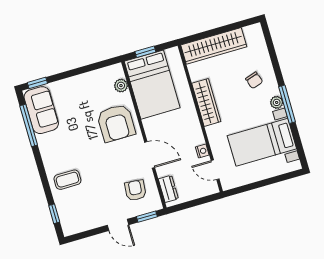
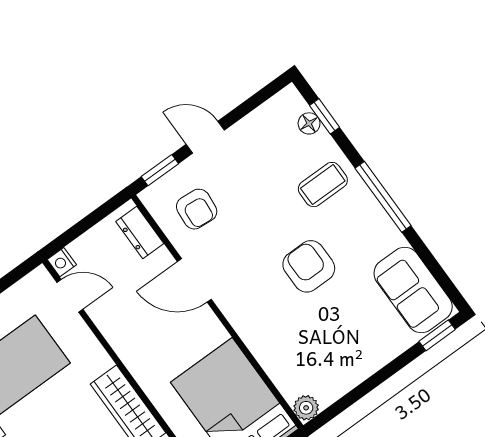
plant: (121, 86) -> (306, 408), moved
armchair: (116, 123) -> (309, 266), moved, width x0.73, depth x0.73
window: (29, 125) -> (383, 197), moved
nightstand: (202, 151) -> (62, 262), moved
floor lamp: (63, 213) -> (309, 123), added

